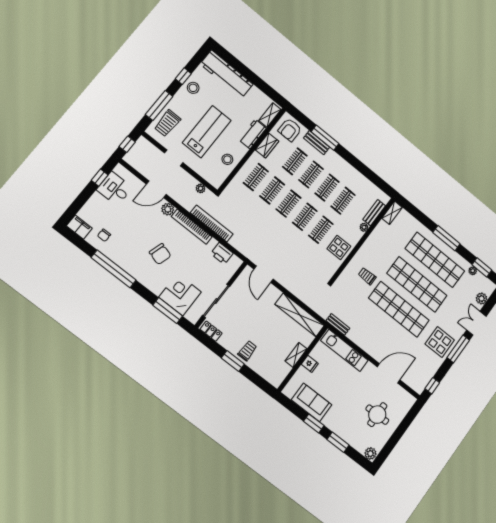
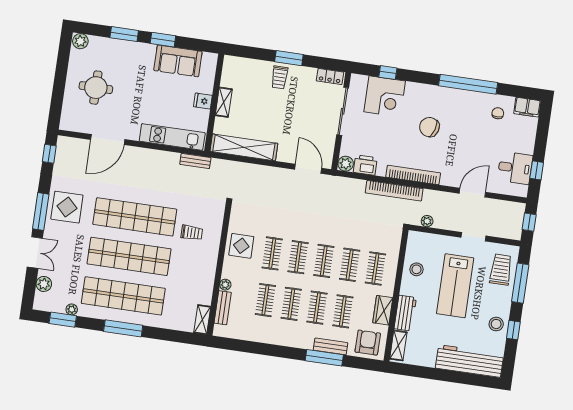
plant: (168, 209) -> (346, 164), moved
window: (168, 311) -> (388, 73), width x0.46

